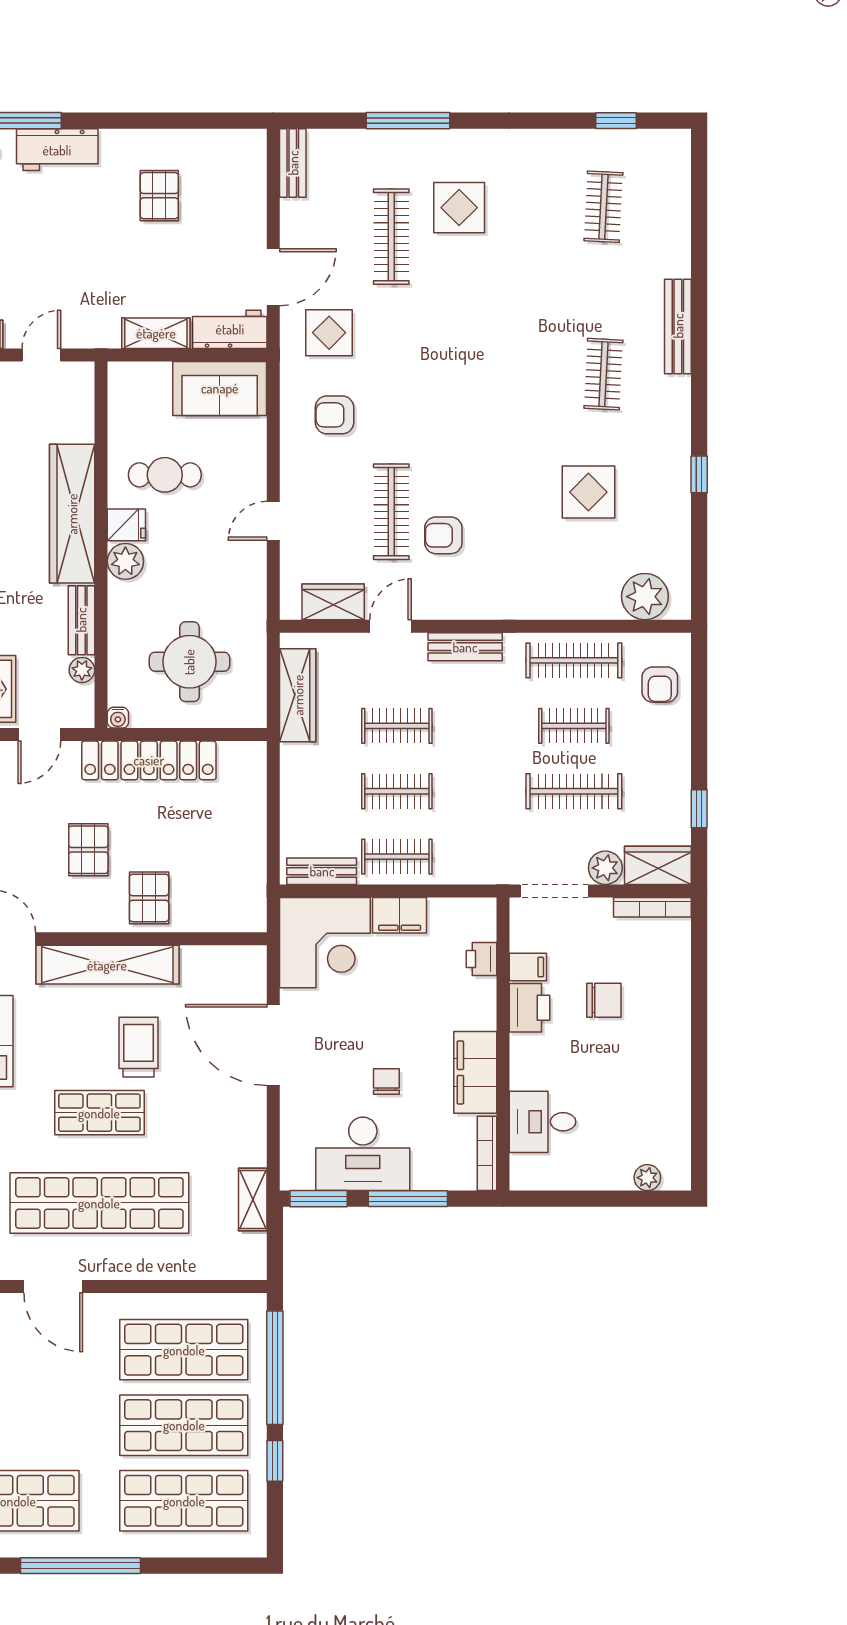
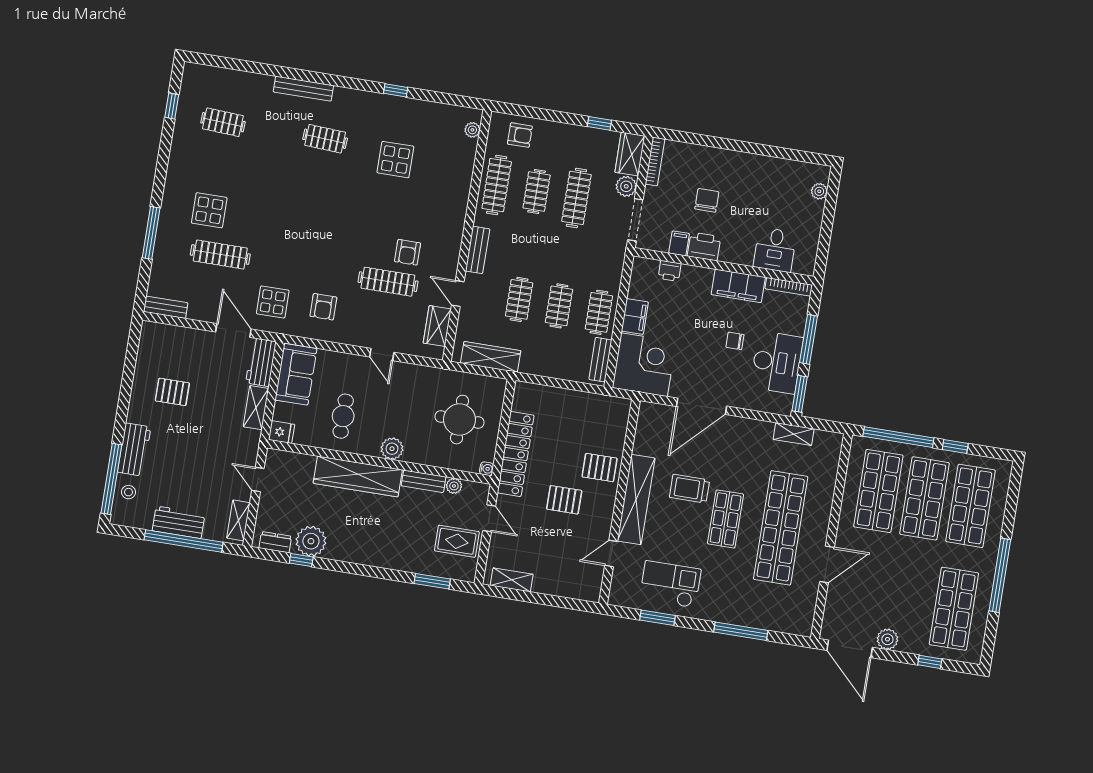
fridge: (126, 525) -> (281, 432), moved, turned 90
plant: (645, 597) -> (472, 130), width x0.53, depth x0.53

